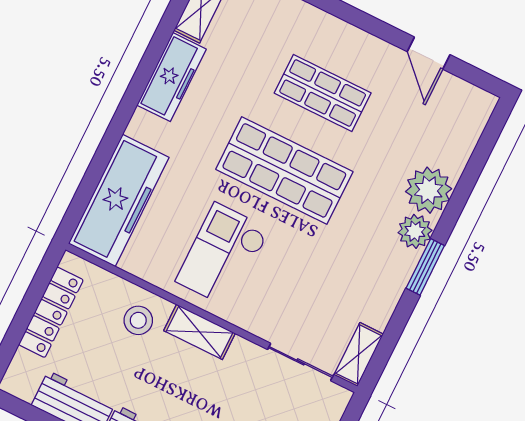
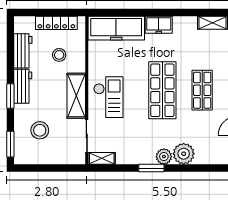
freezer: (171, 77) -> (159, 25), moved, width x0.71
checkout: (223, 255) -> (108, 97), moved, turned 90
stool: (138, 320) -> (59, 55), moved
shelving: (200, 332) -> (76, 96), width x1.50, depth x1.33

